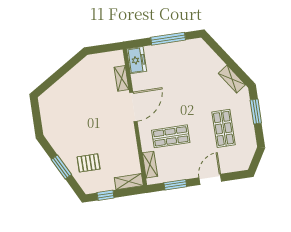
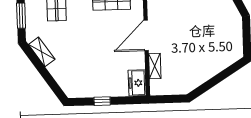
window: (168, 39) -> (102, 101), width x0.46

